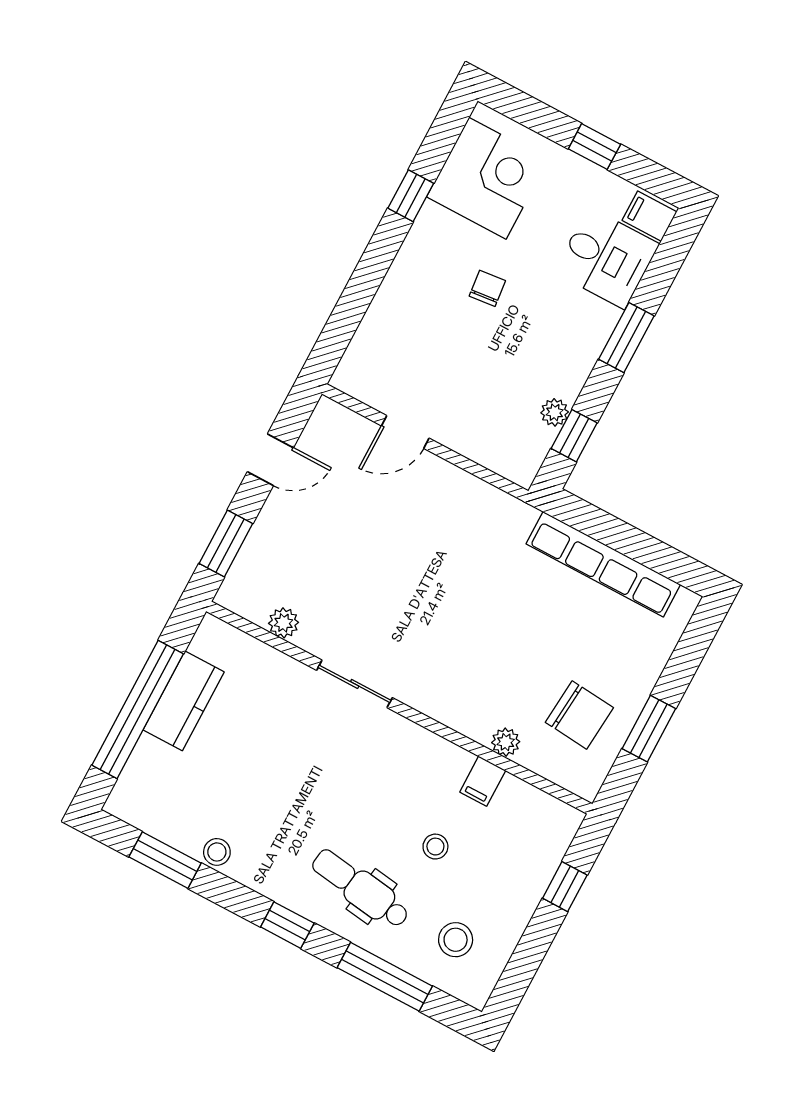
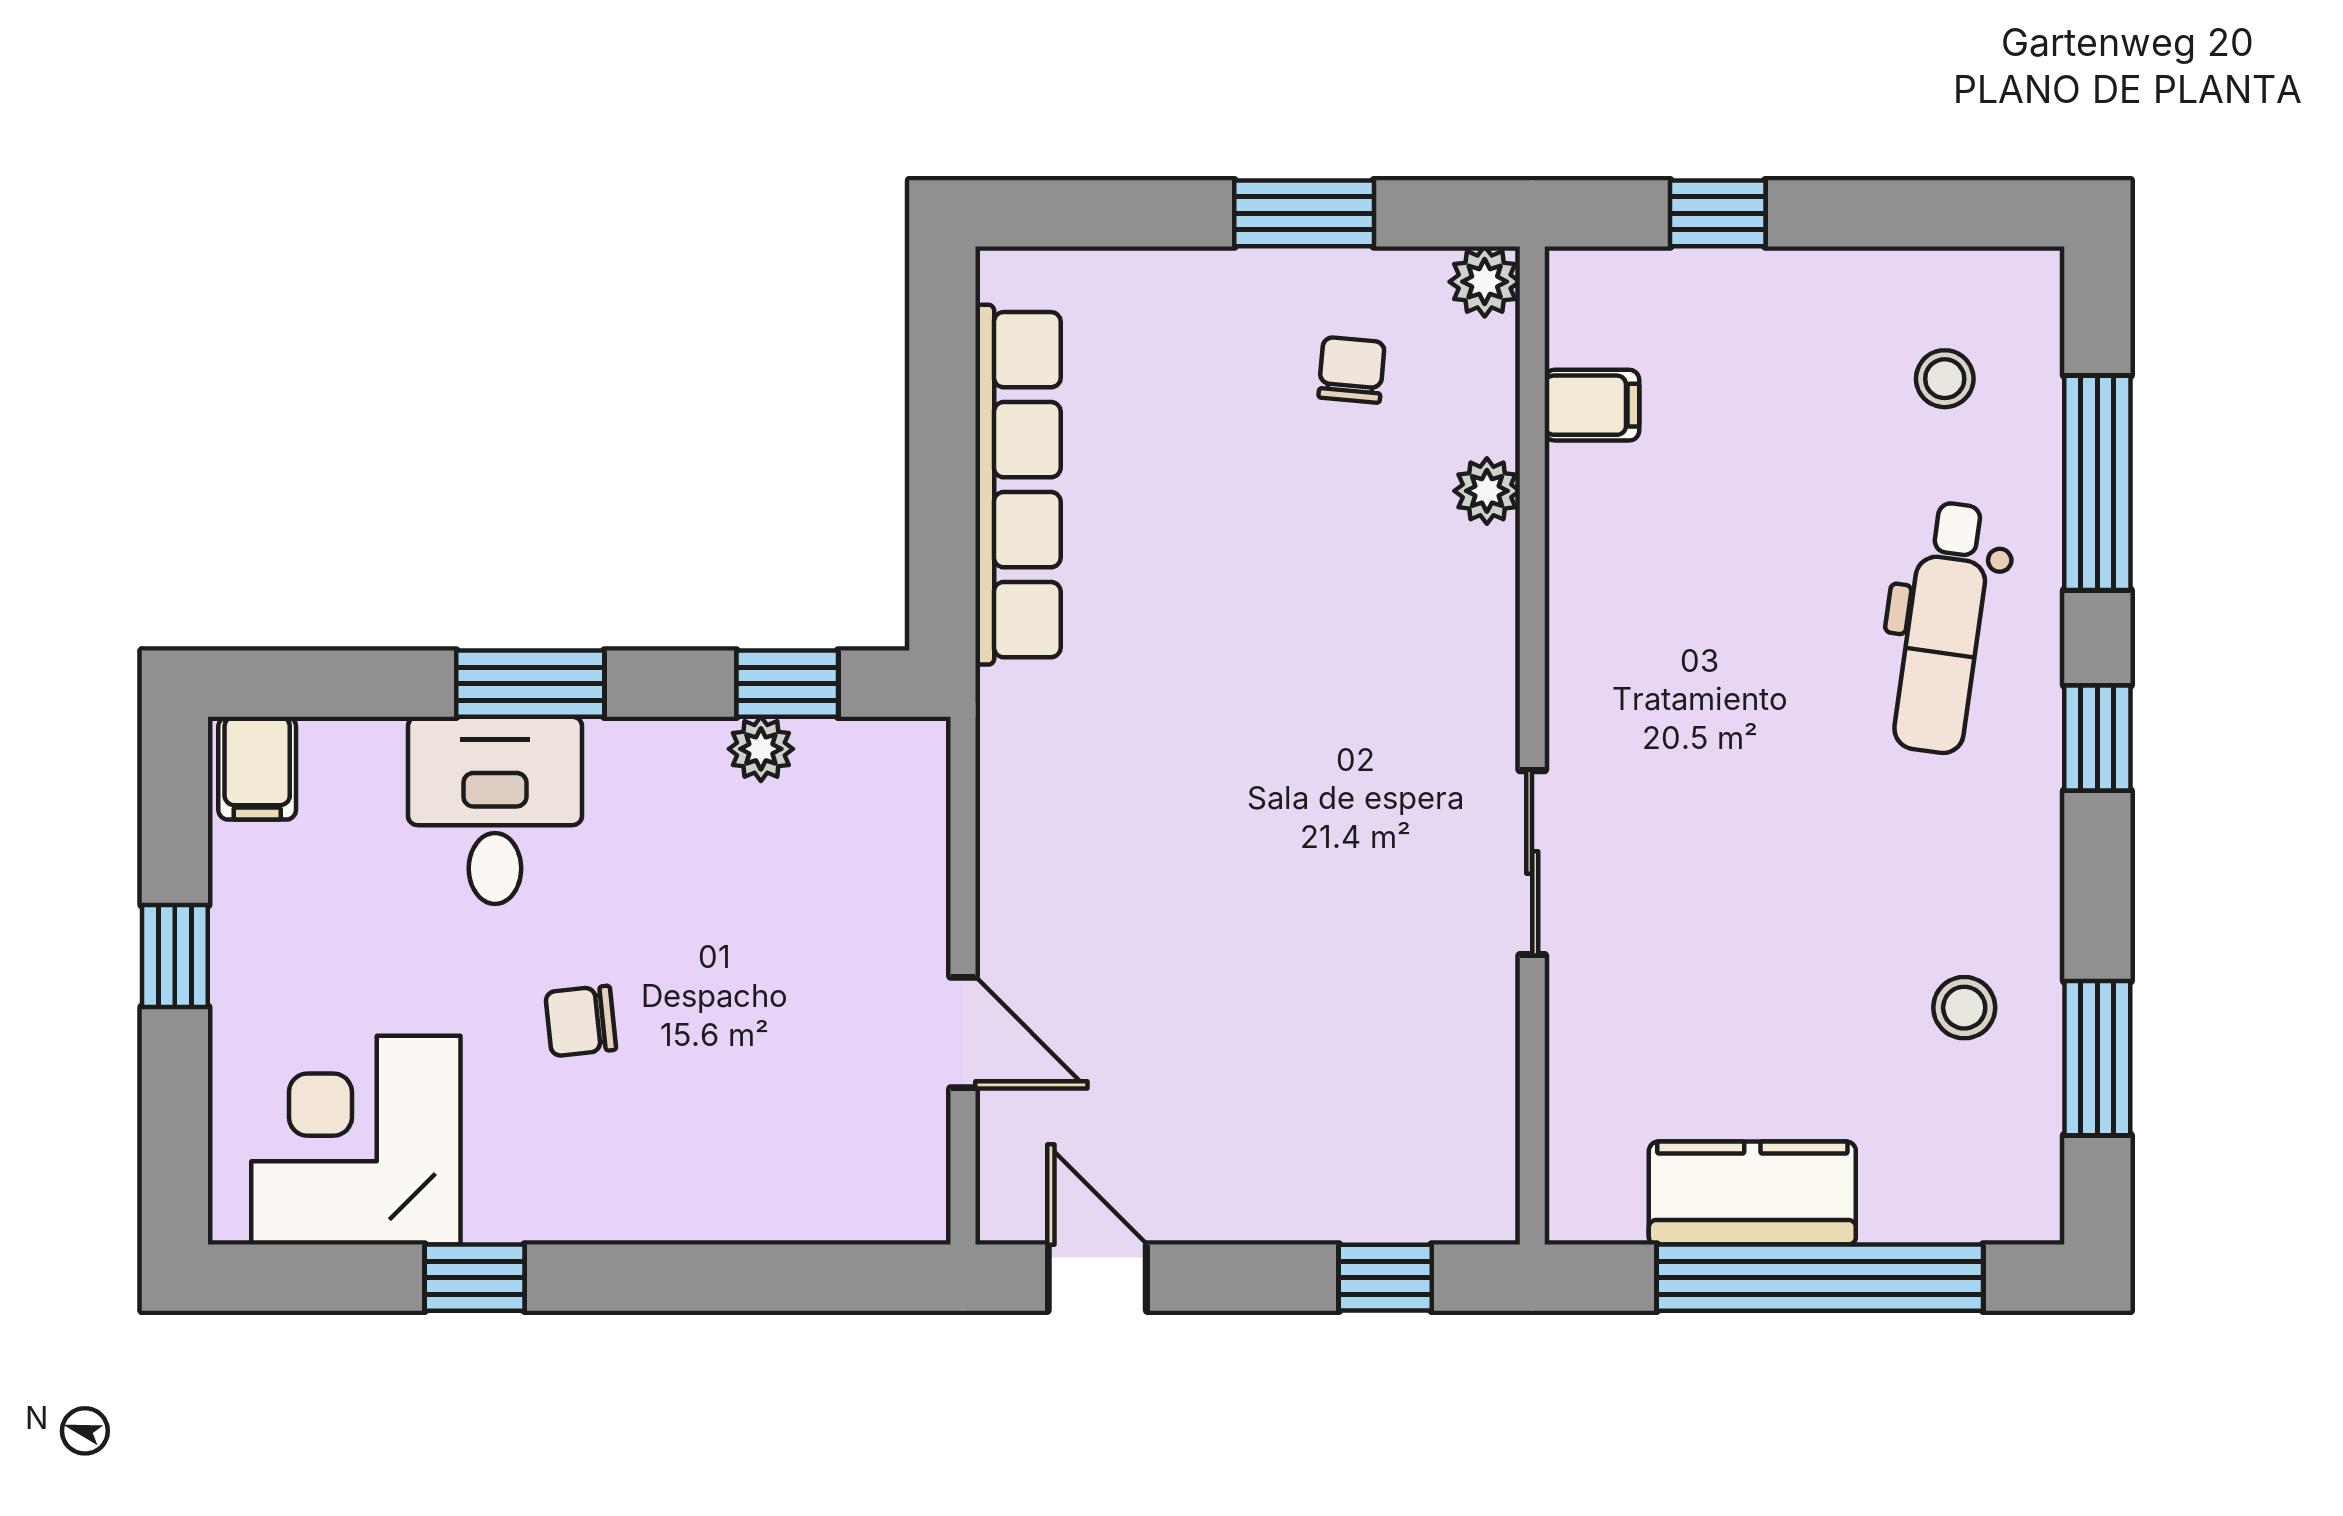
desk: (607, 258) -> (495, 810), moved
door: (270, 460) -> (1097, 1278), moved
window: (226, 543) -> (1385, 1278), width x0.67
plant: (284, 623) -> (1485, 282), moved
chair: (579, 715) -> (1352, 370), width x0.54, depth x0.54
filing cabinet: (483, 781) -> (1592, 405), moved
stool: (435, 847) -> (1776, 521), removed
stool: (217, 852) -> (1964, 1008), moved
stool: (456, 940) -> (1945, 379), width x0.73, depth x0.73

